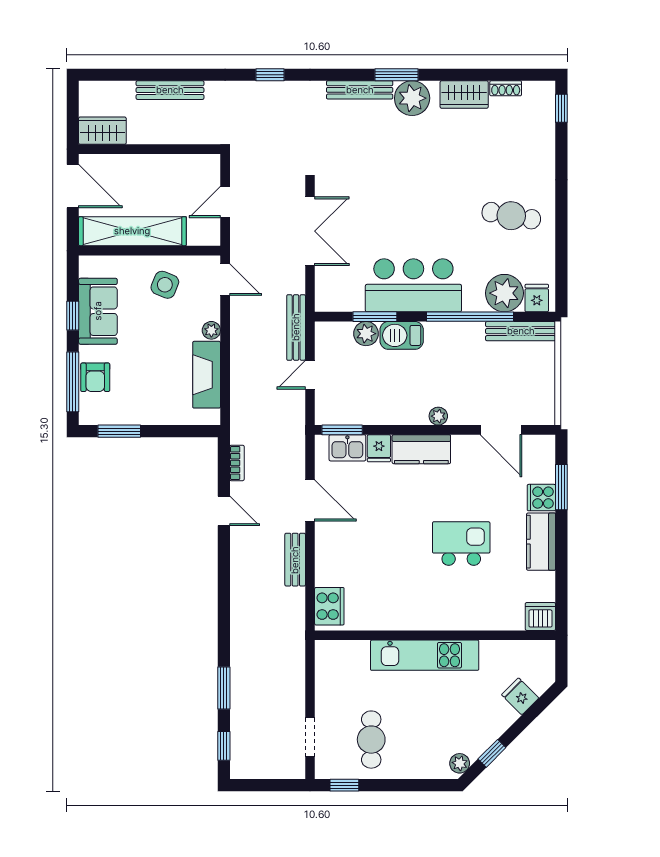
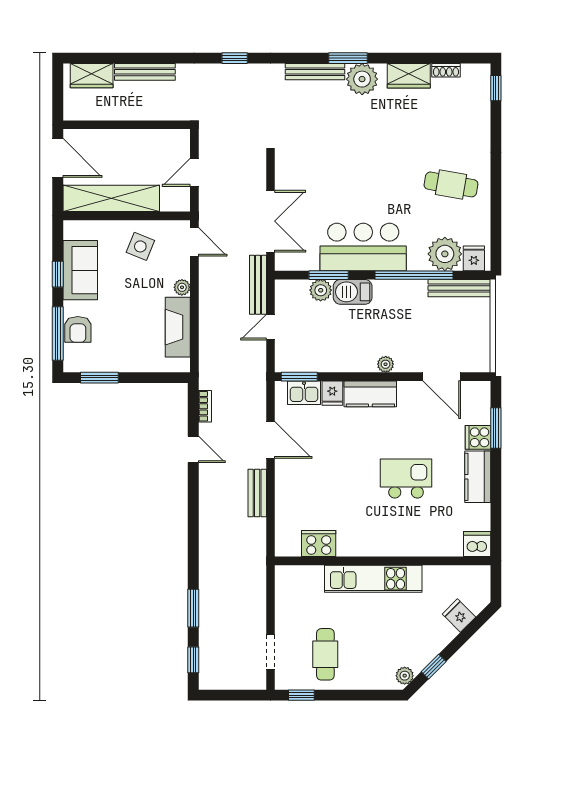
wardrobe: (102, 131) -> (92, 76), moved, turned 180
double door: (310, 231) -> (270, 221), moved
cooker: (329, 606) -> (319, 543), moved, turned -90

